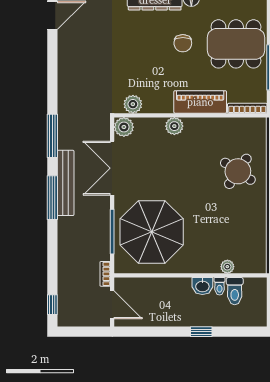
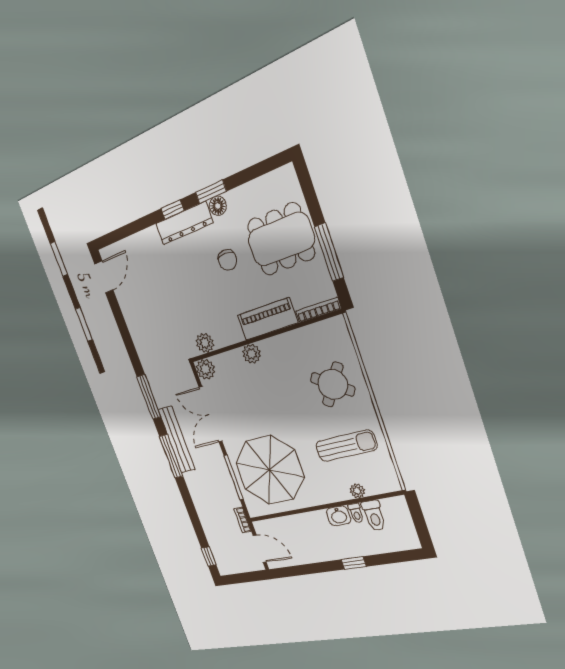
sun lounger: (231, 225) -> (346, 446), added

